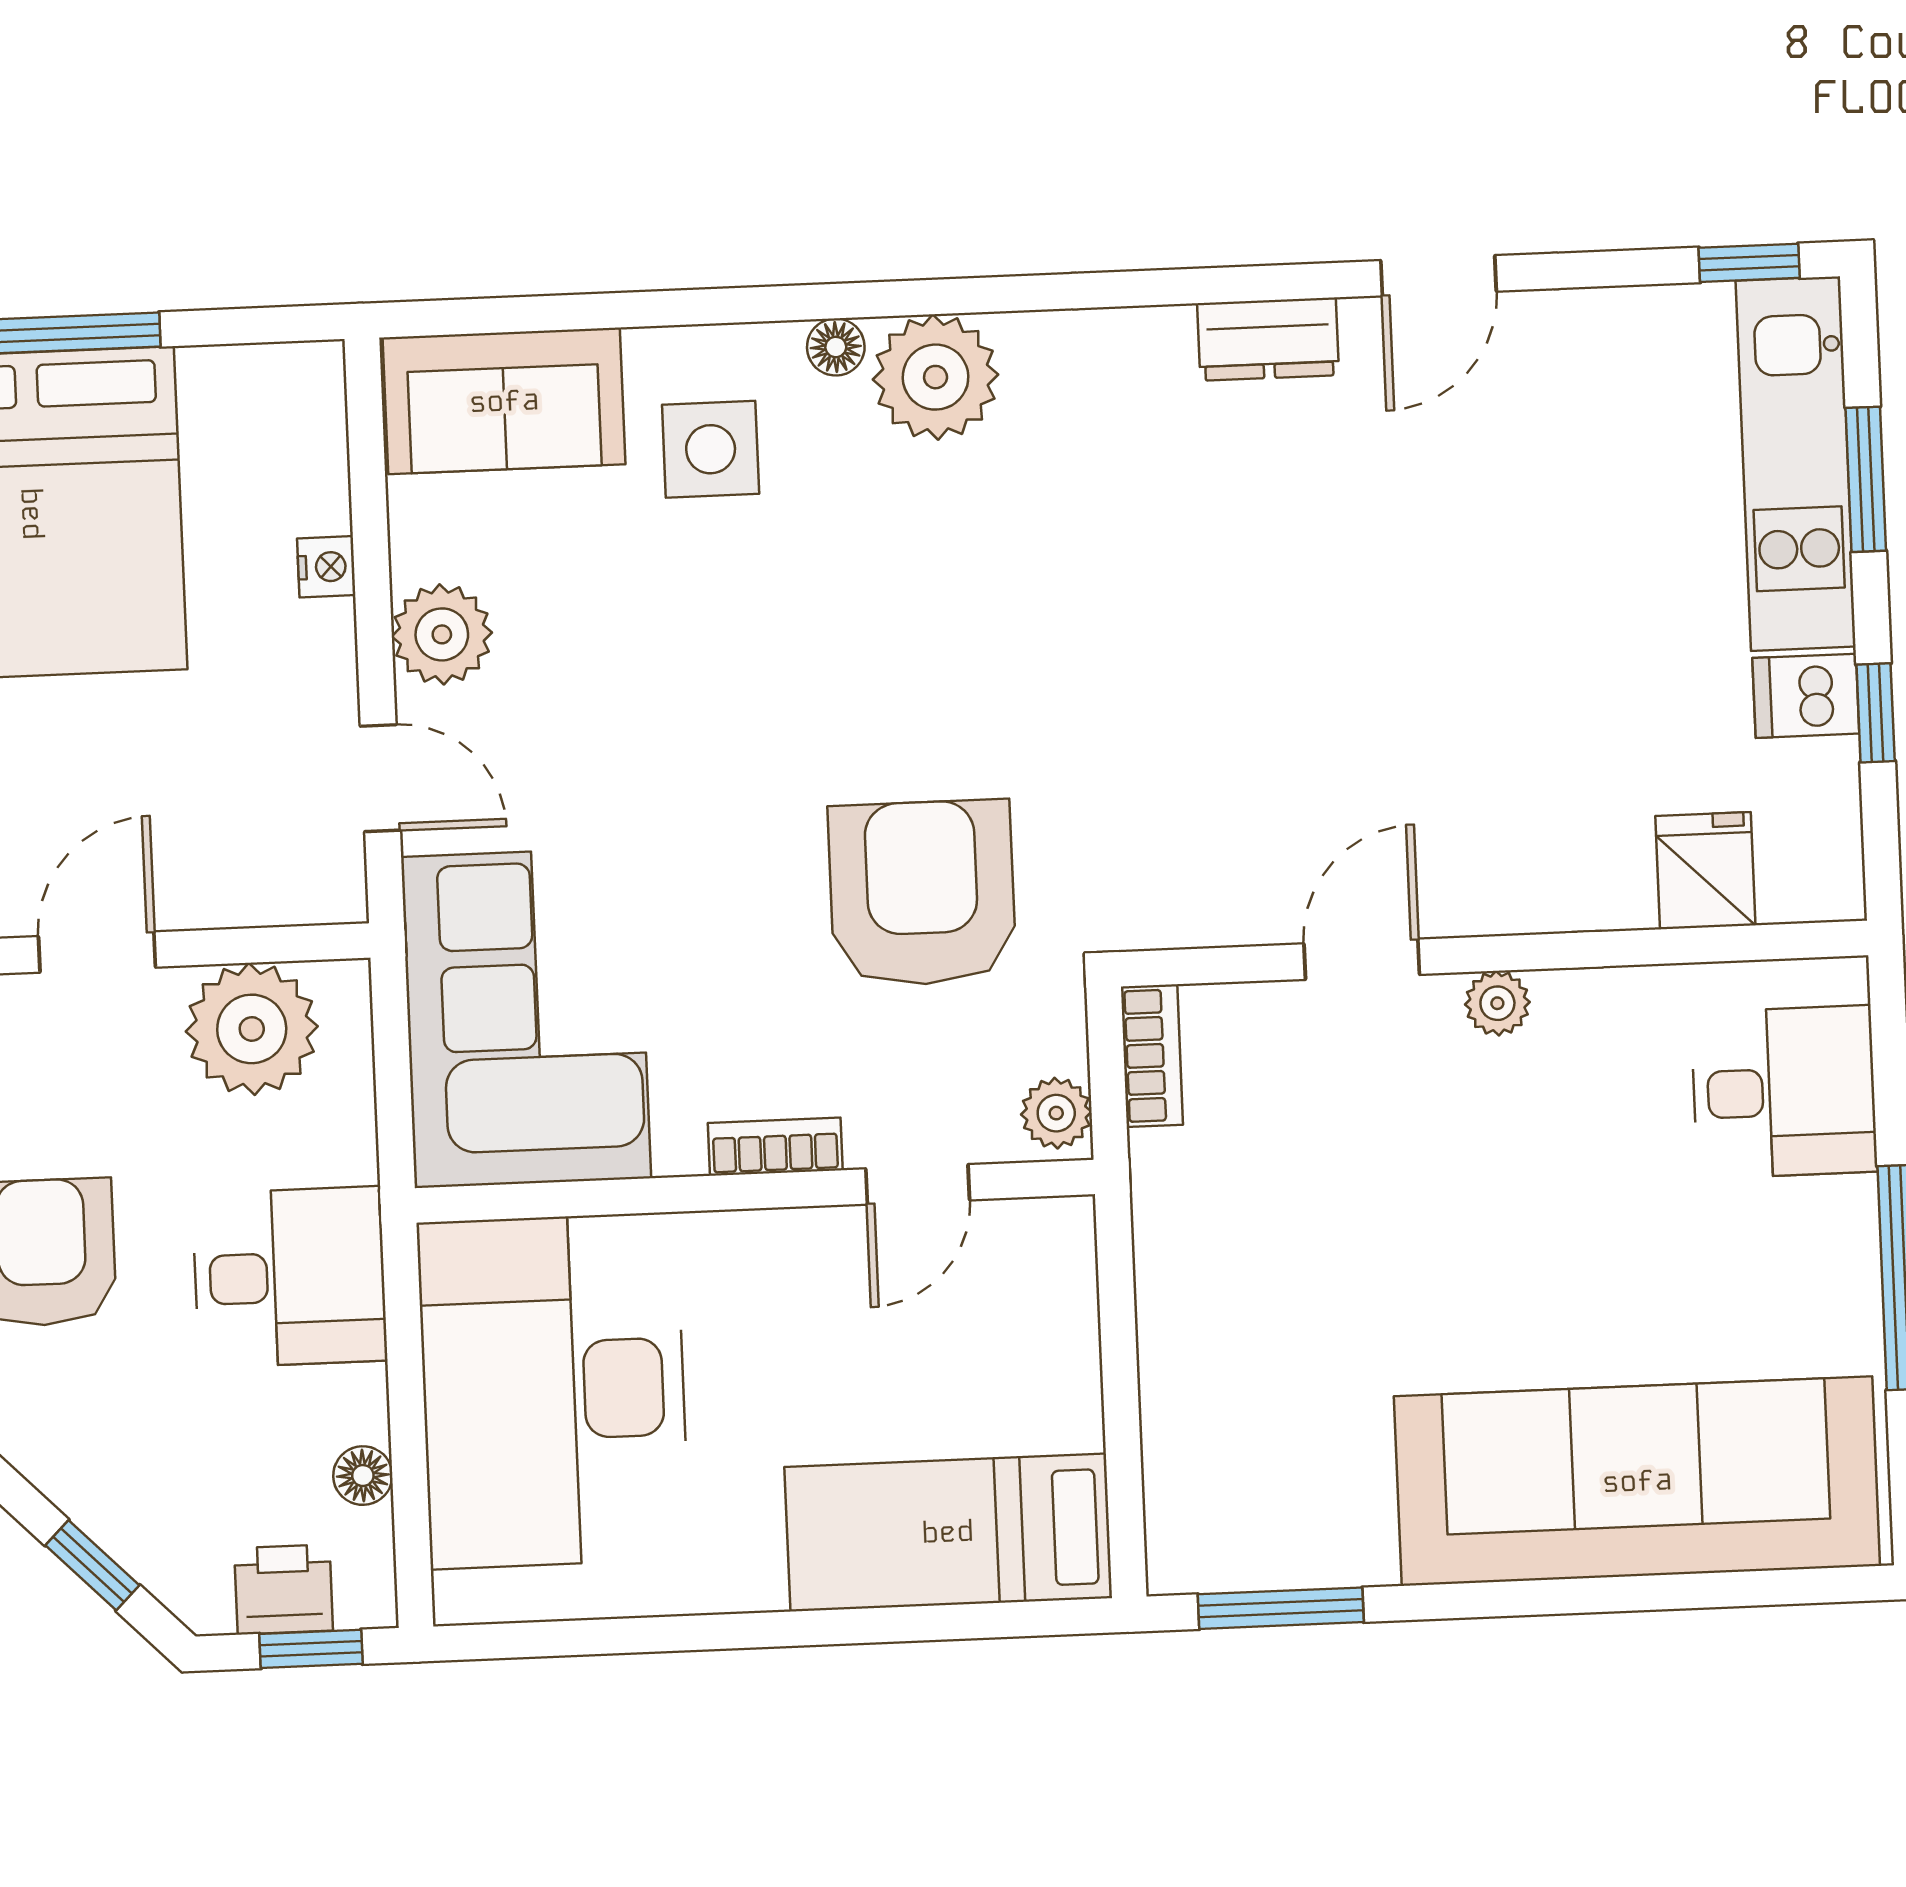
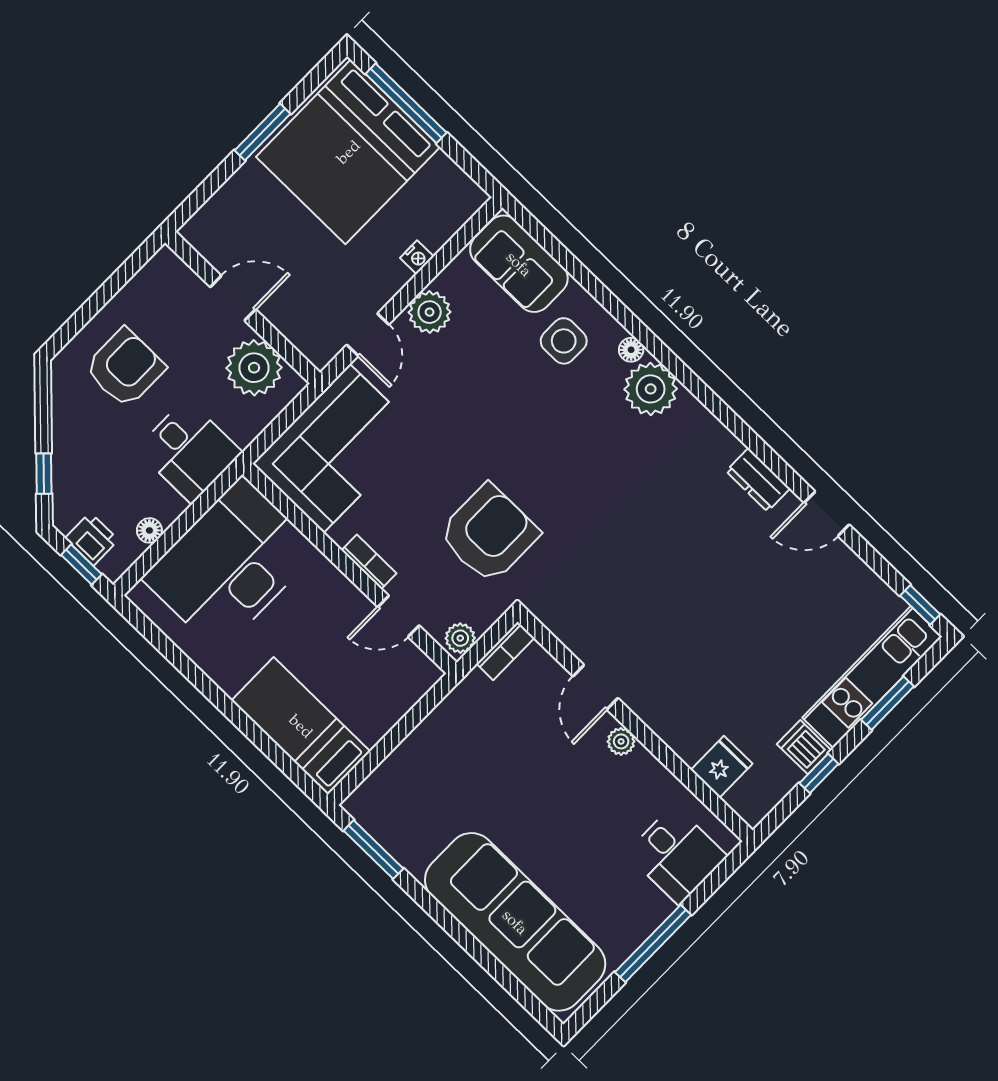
door: (1362, 959) -> (595, 687), swing flipped

